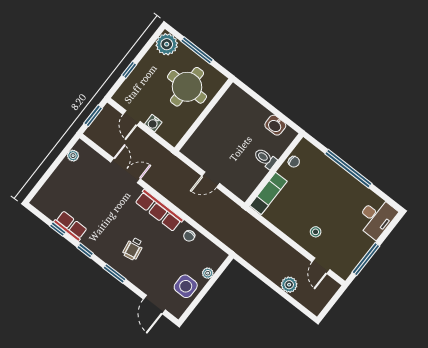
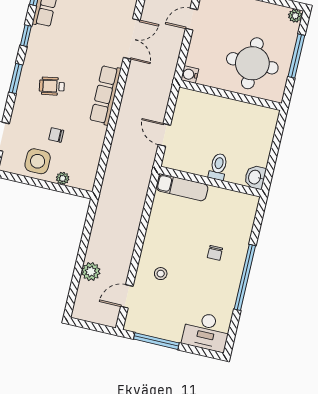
plant: (167, 44) -> (295, 16), width x0.53, depth x0.53
water cooler: (153, 123) -> (190, 74), moved
toilet: (265, 158) -> (218, 167), moved
chair: (294, 162) -> (215, 253), moved
wall: (274, 170) -> (210, 182), moved
exam couch: (268, 193) -> (182, 188), moved
chair: (189, 236) -> (56, 135), moved

